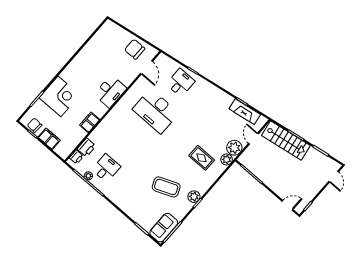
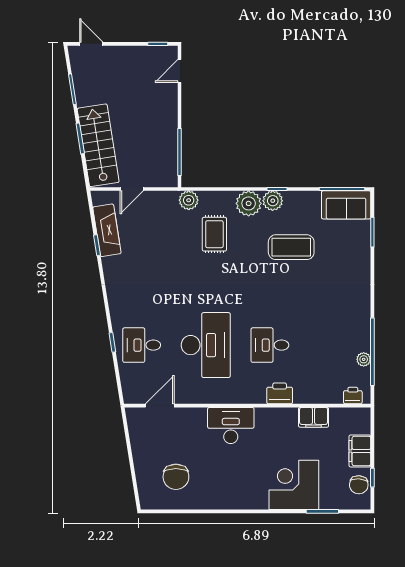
chair: (135, 49) -> (176, 477), moved
filing cabinet: (90, 122) -> (314, 417), moved
printer: (86, 147) -> (280, 393), moved
plant: (234, 148) -> (249, 203), moved
desk: (106, 168) -> (270, 345), moved
door: (334, 177) -> (91, 44), hinge flipped
coffee table: (166, 187) -> (291, 247), turned -68
door: (288, 205) -> (180, 71), hinge flipped

